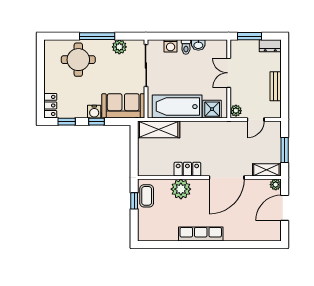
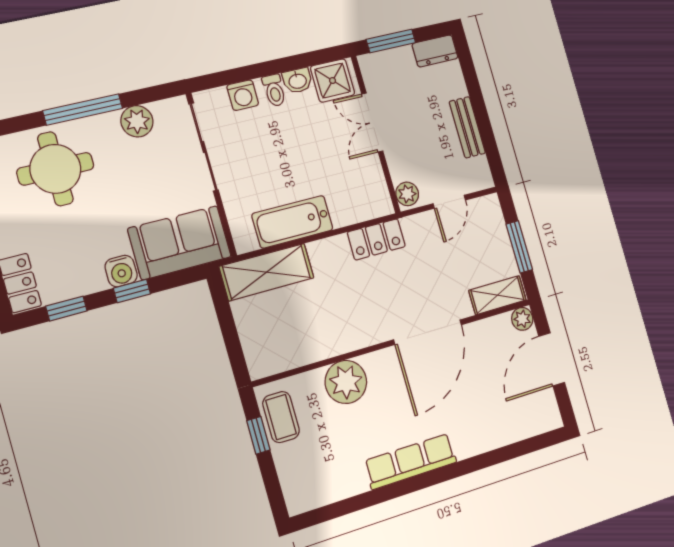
bathtub: (177, 107) -> (293, 222), width x0.73, depth x0.73
shower: (212, 109) -> (333, 81), moved
locker: (187, 169) -> (376, 239), moved, turned 180

